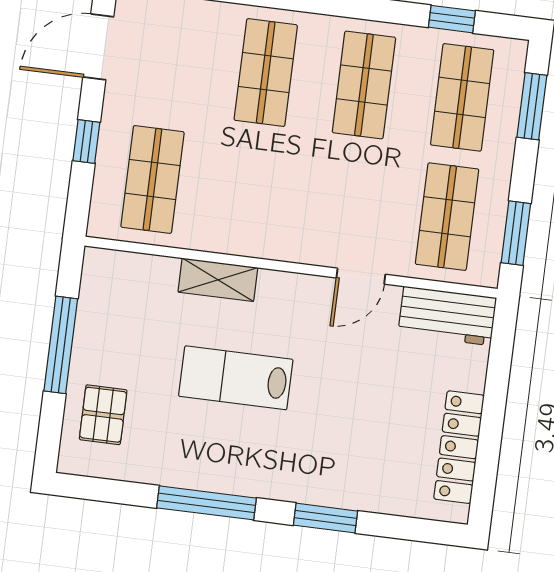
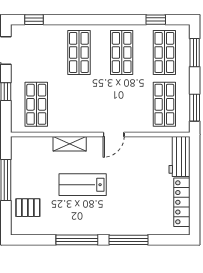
door: (361, 276) -> (114, 134), moved
workbench: (447, 316) -> (180, 156), moved, turned 90
pallet: (103, 415) -> (28, 208), turned 90
window: (325, 518) -> (129, 240), width x1.44

